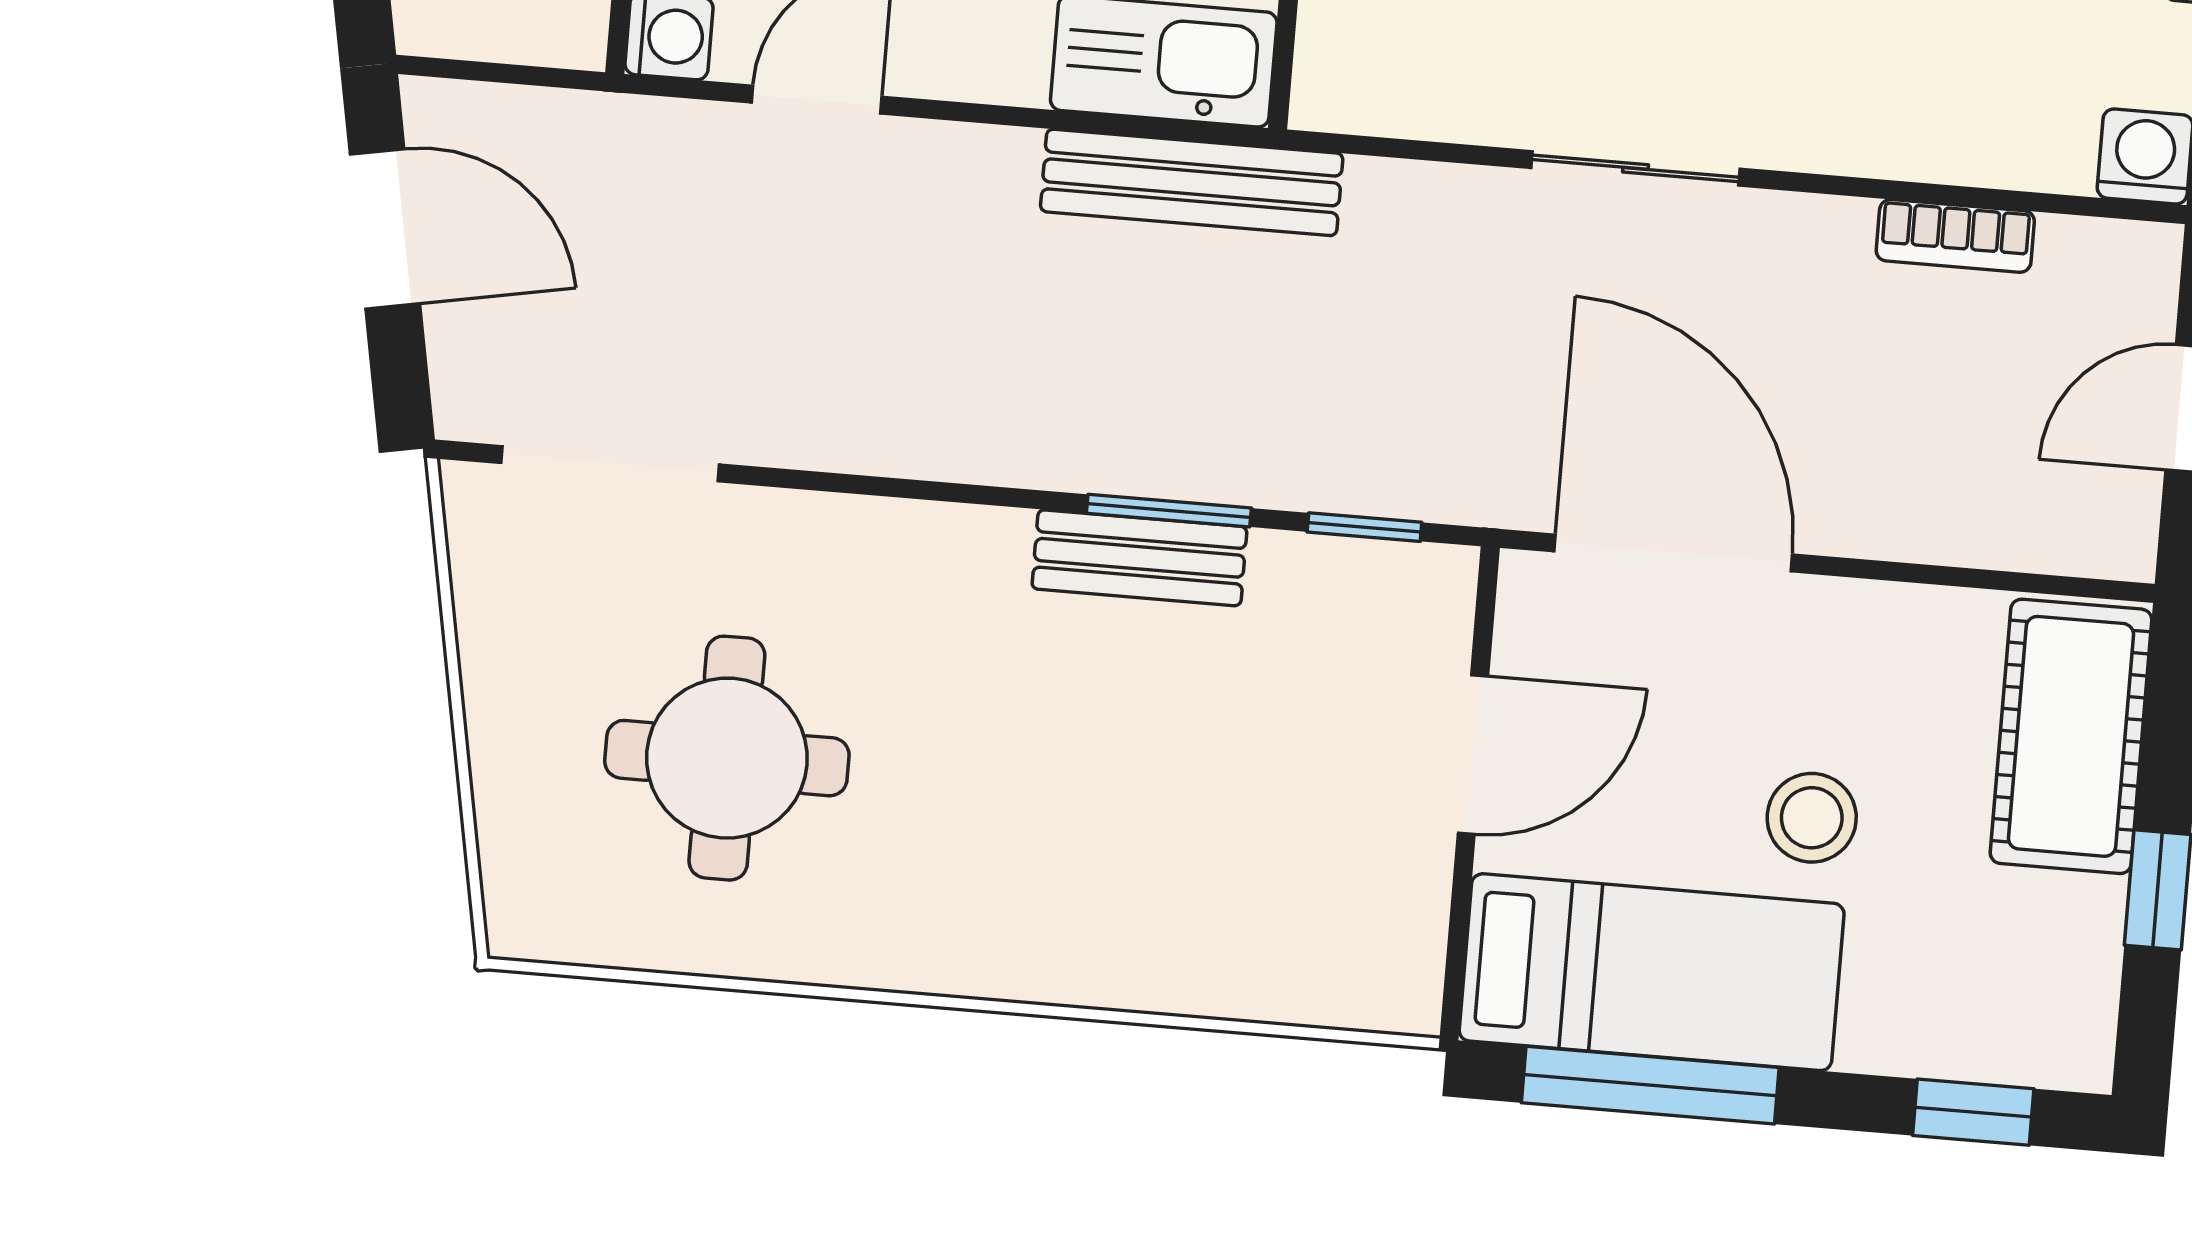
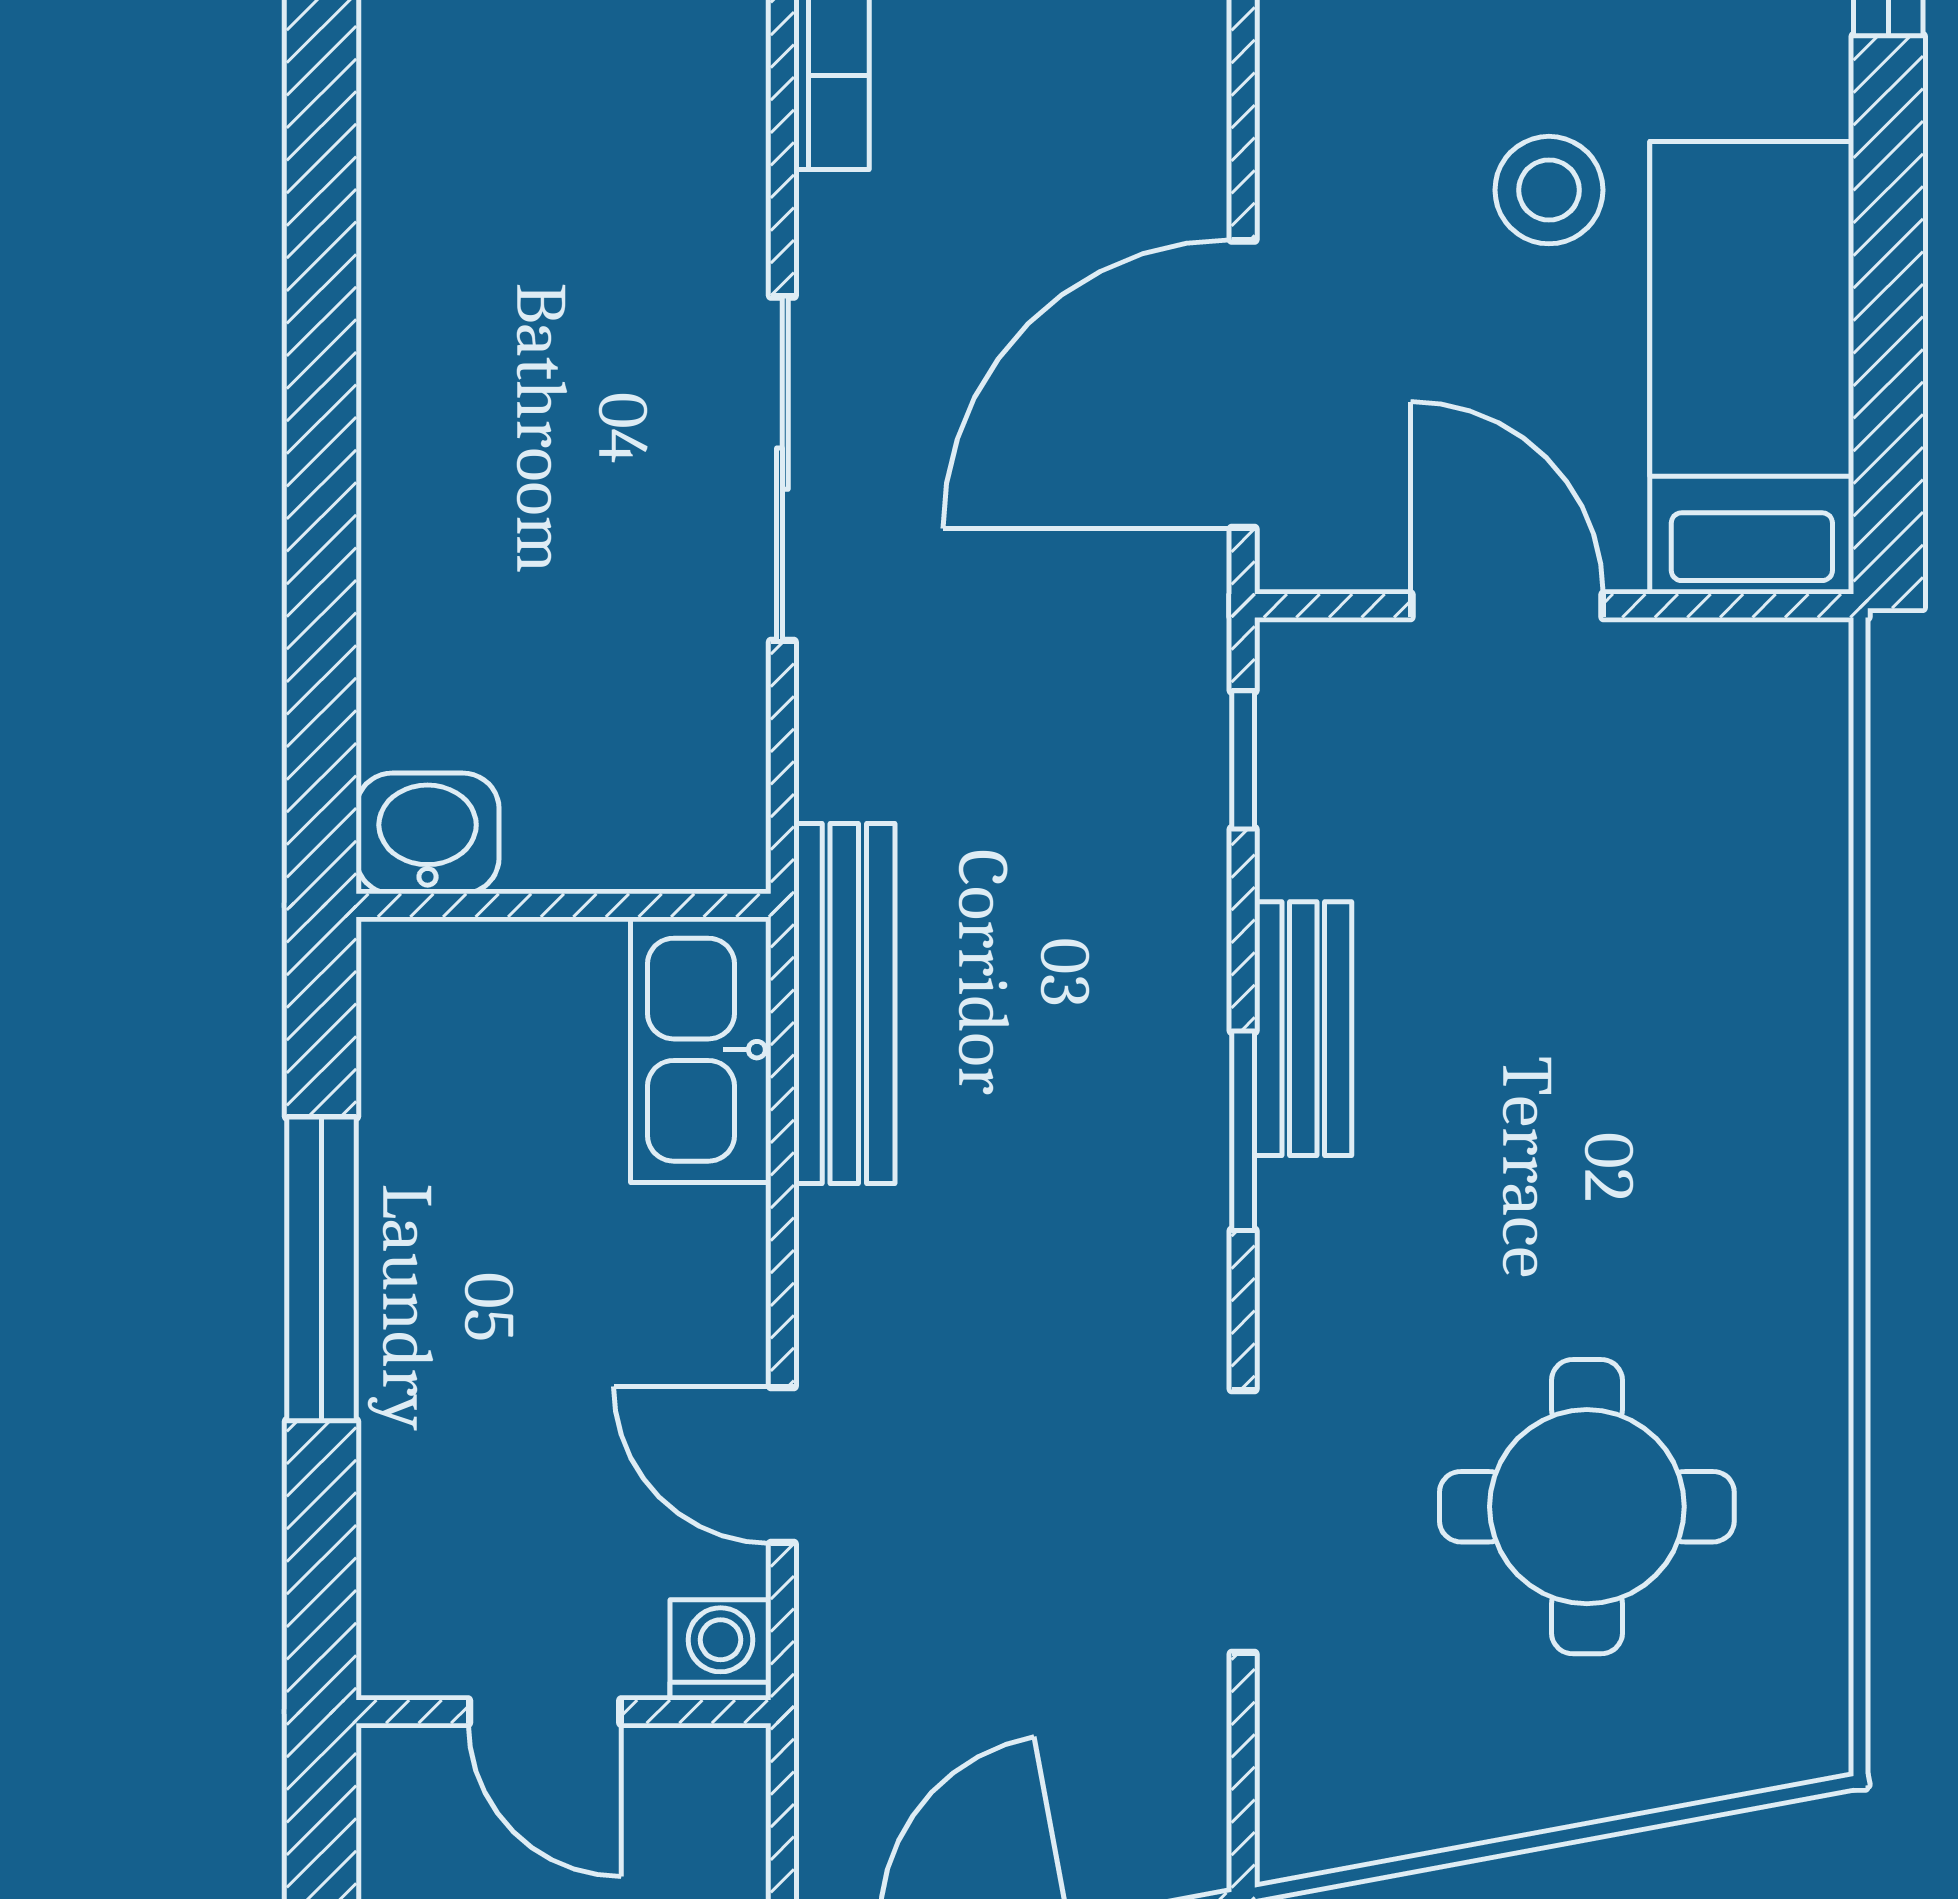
sliding door: (1636, 168) -> (782, 469), width x1.37
doorway: (610, 464) -> (1243, 1522), moved
window: (1169, 511) -> (1243, 1131), moved
window: (1650, 1085) -> (1888, 358), removed

